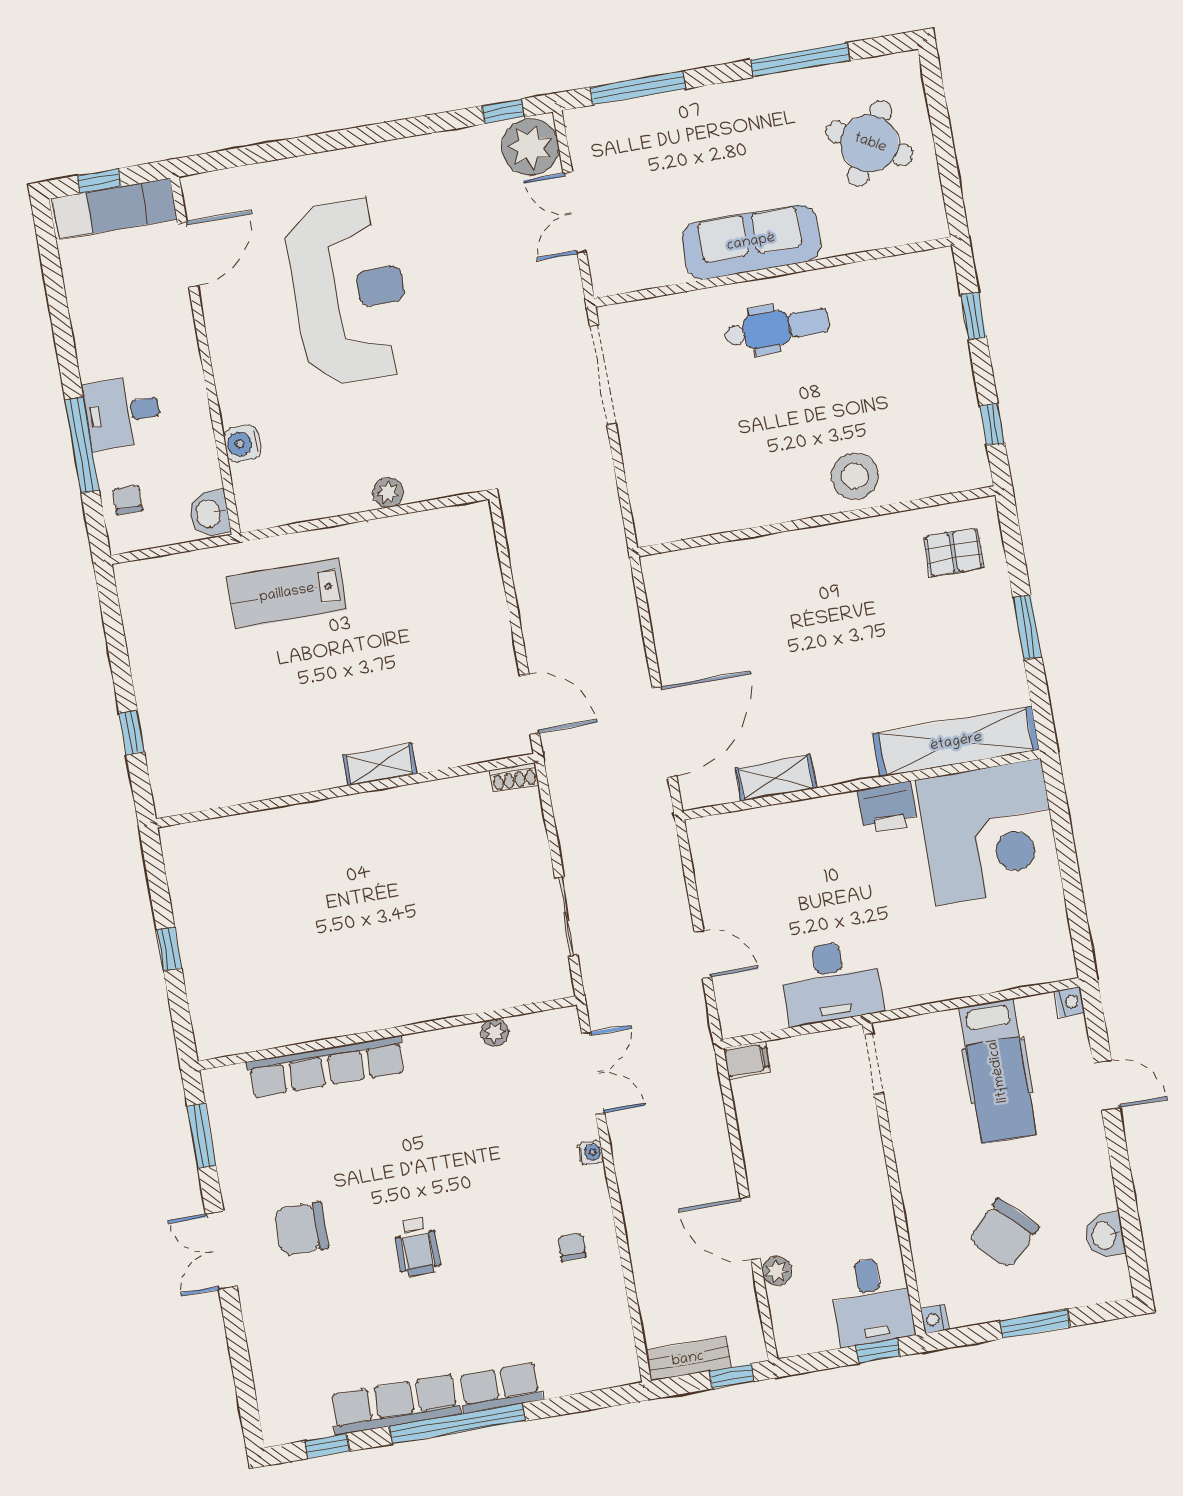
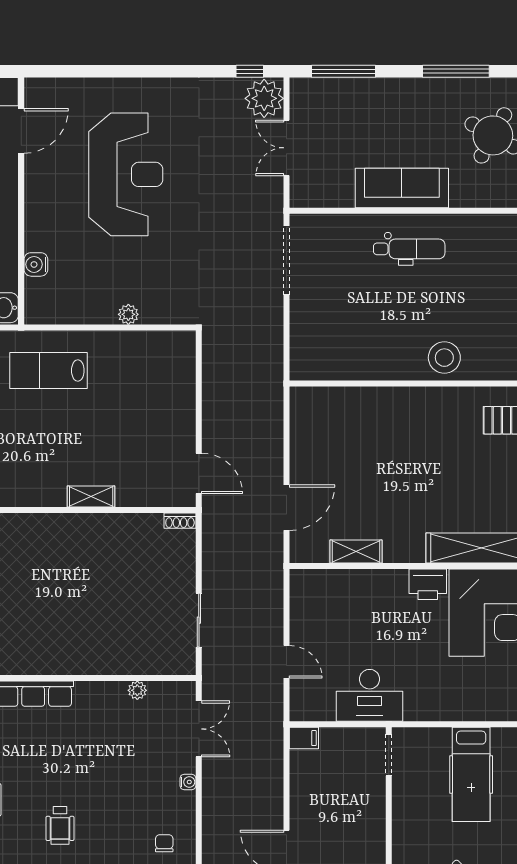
door: (664, 732) -> (286, 508), width x0.73

